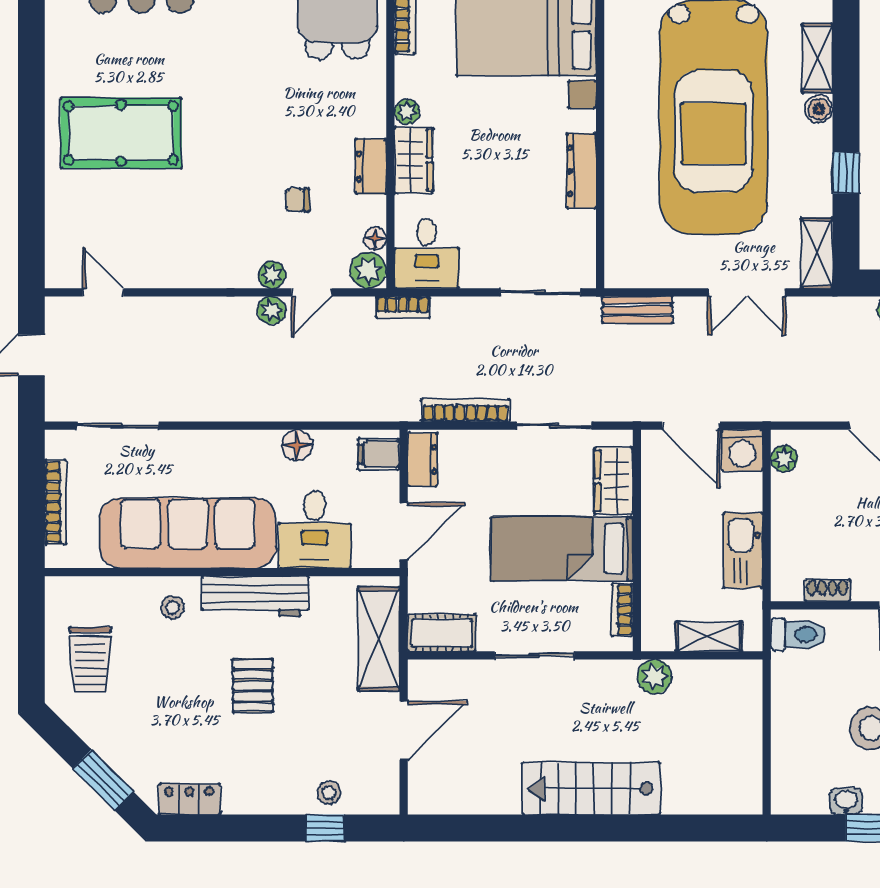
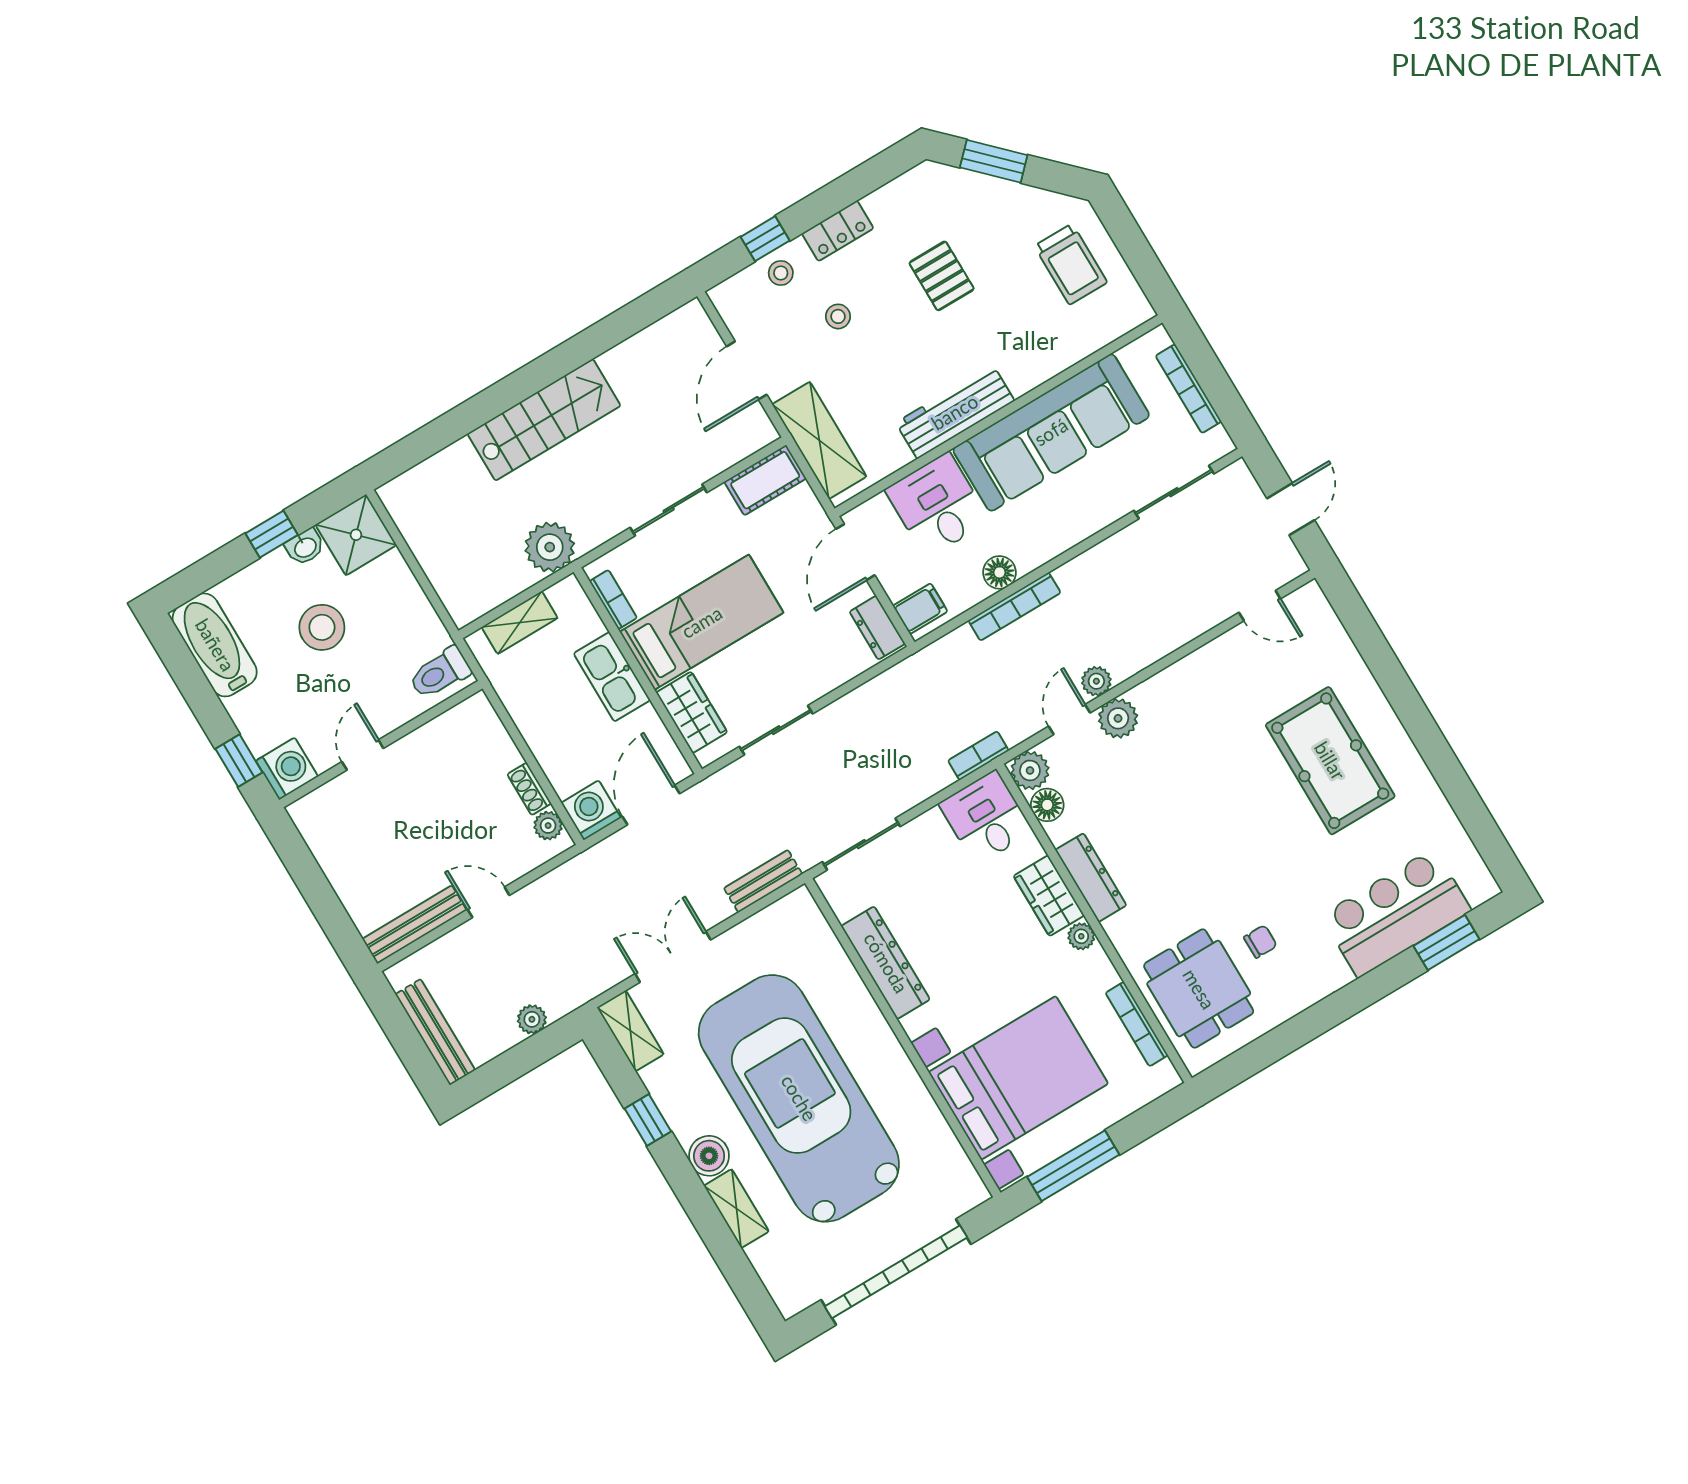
boiler: (819, 109) -> (709, 1156), width x1.36, depth x1.36
pool table: (121, 133) -> (1330, 761), turned 90
dresser: (371, 166) -> (1091, 878), width x1.44
dresser: (582, 171) -> (886, 963), width x1.37, depth x1.24
chair: (298, 200) -> (1260, 942), moved
floor lamp: (375, 238) -> (1047, 805), width x1.37, depth x1.37
plant: (272, 275) -> (1118, 718), width x1.38, depth x1.38
bookcase: (465, 410) -> (1014, 606), moved
door: (691, 426) -> (651, 805), hinge flipped
kitchen sink: (743, 550) -> (612, 677), moved, turned 180
shoe rack: (827, 590) -> (529, 789), moved, turned 90
stool: (173, 607) -> (838, 316), moved
trolley: (91, 660) -> (1071, 264), turned 180
plant: (655, 677) -> (550, 547), width x1.36, depth x1.36
pallet: (253, 685) -> (942, 276), moved
shower: (799, 787) -> (356, 535), added
locker: (189, 799) -> (838, 231), moved

